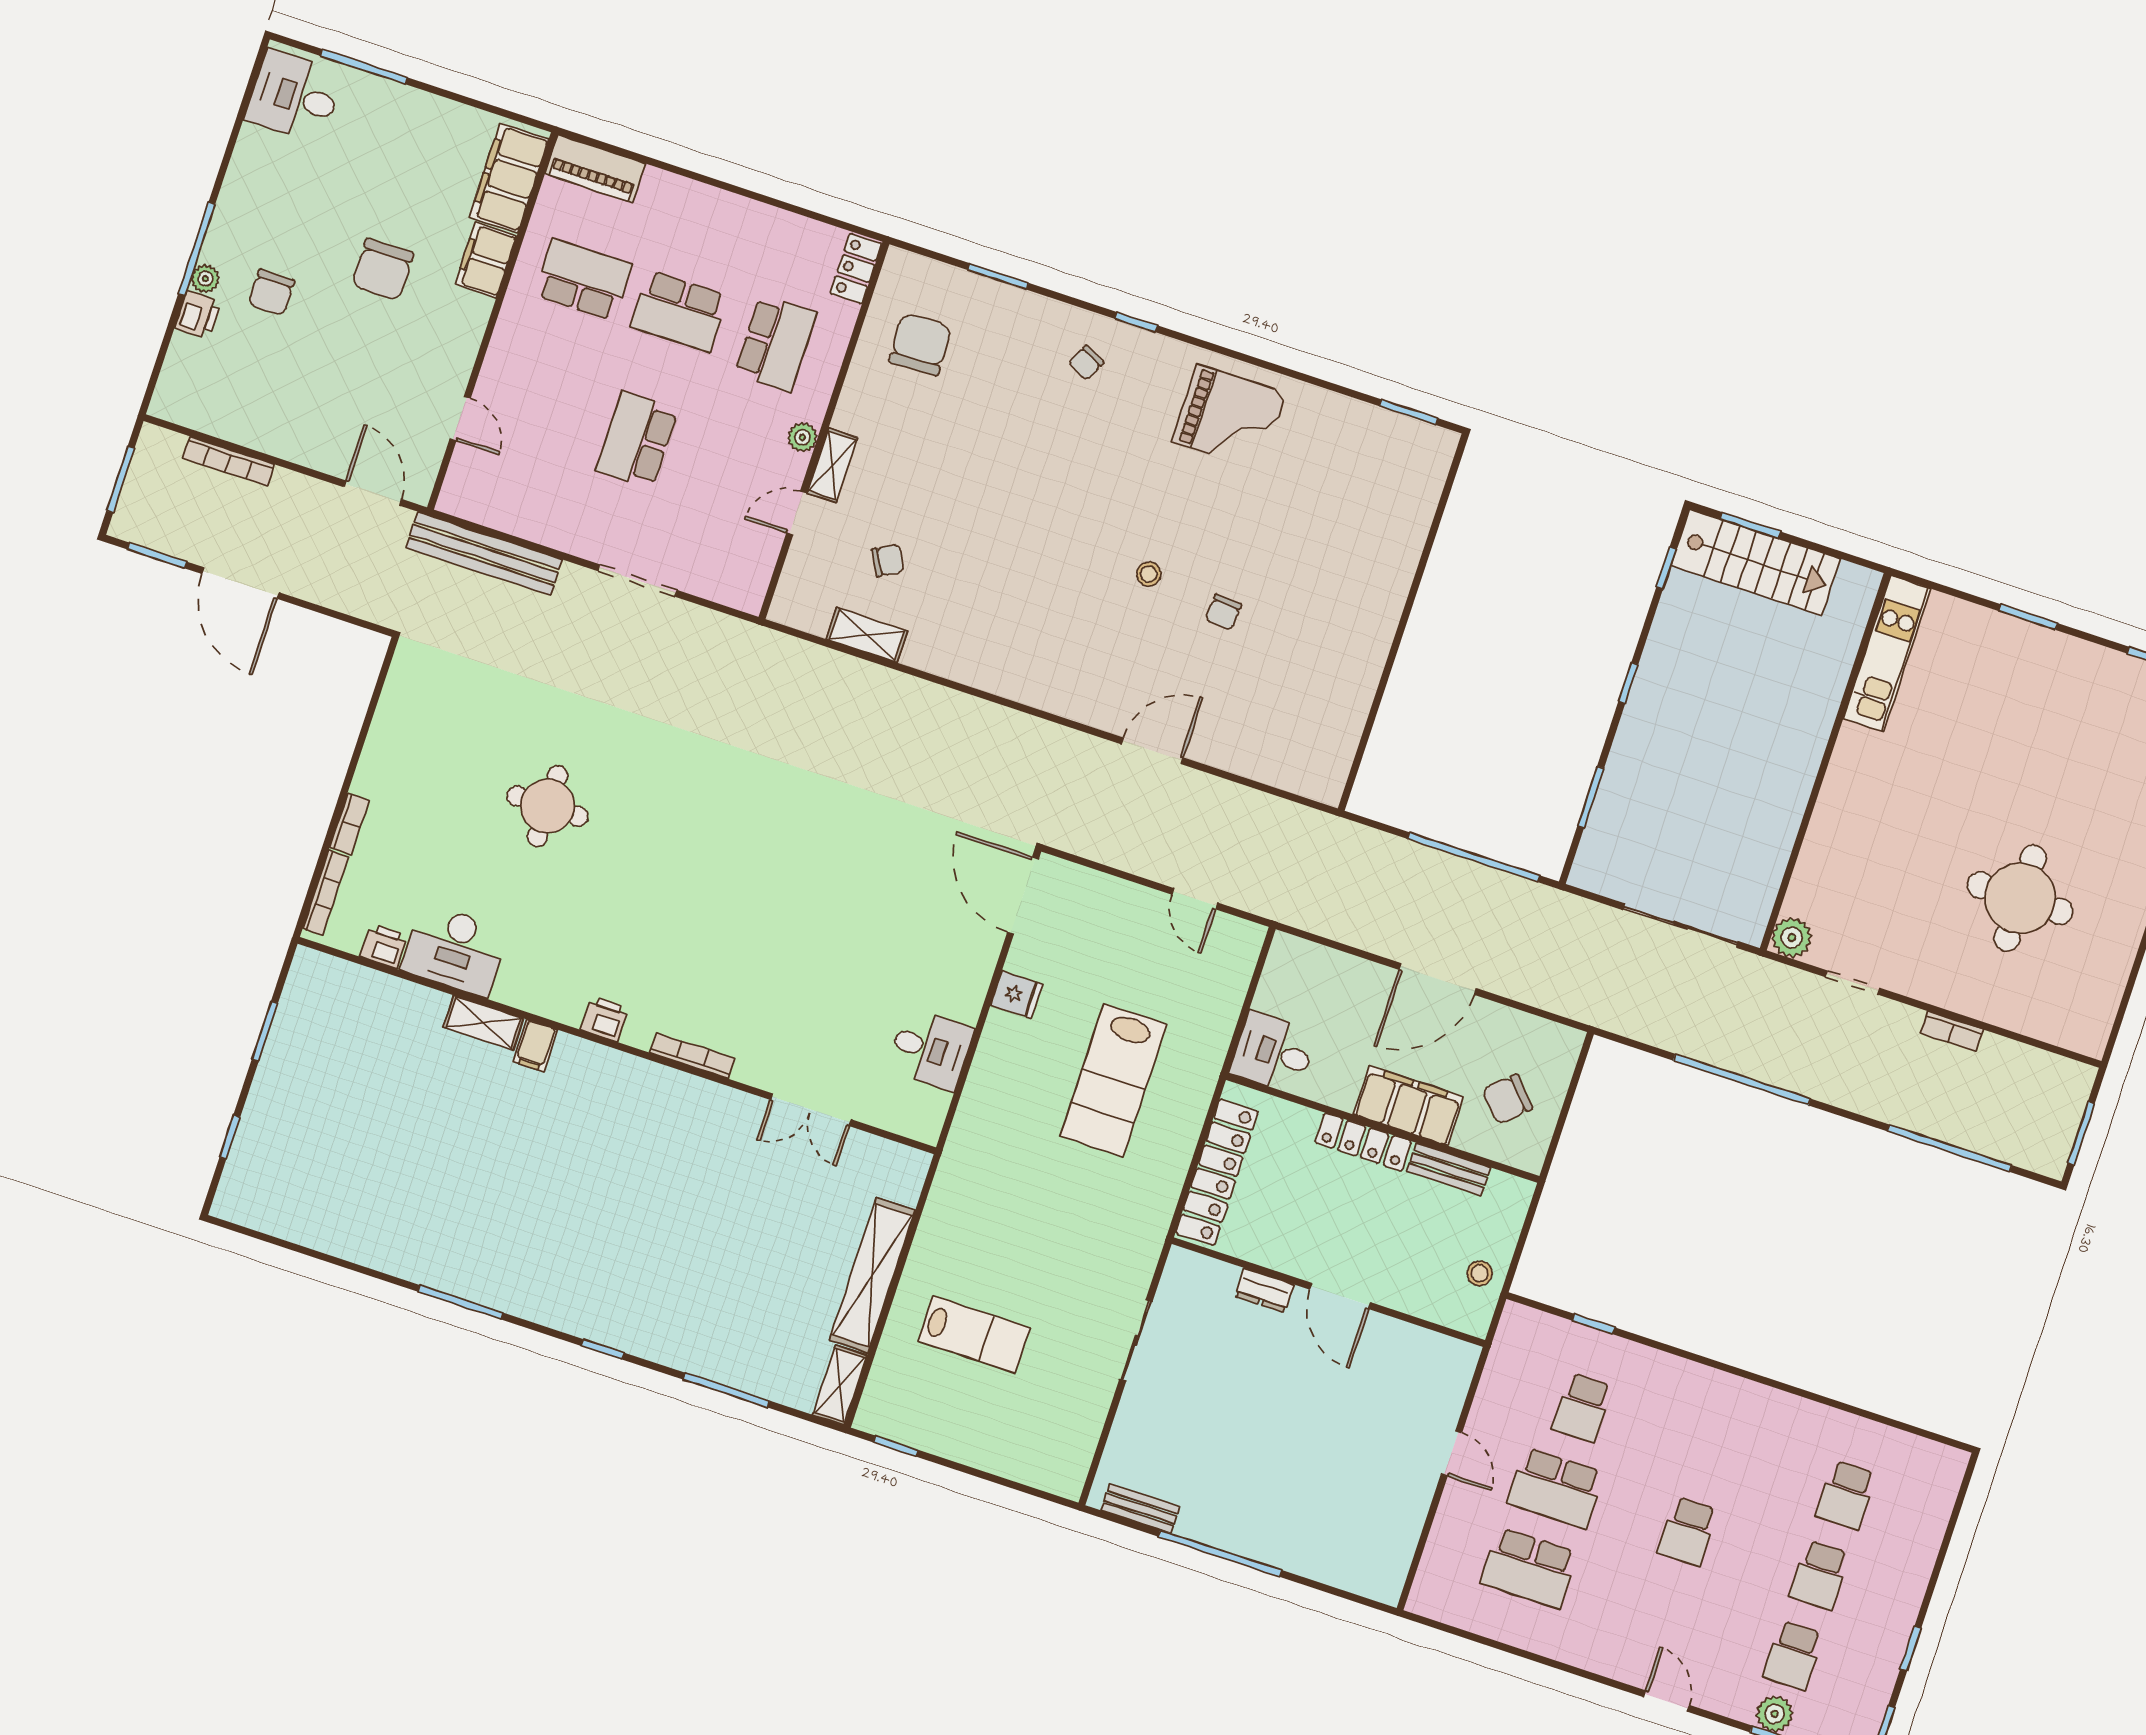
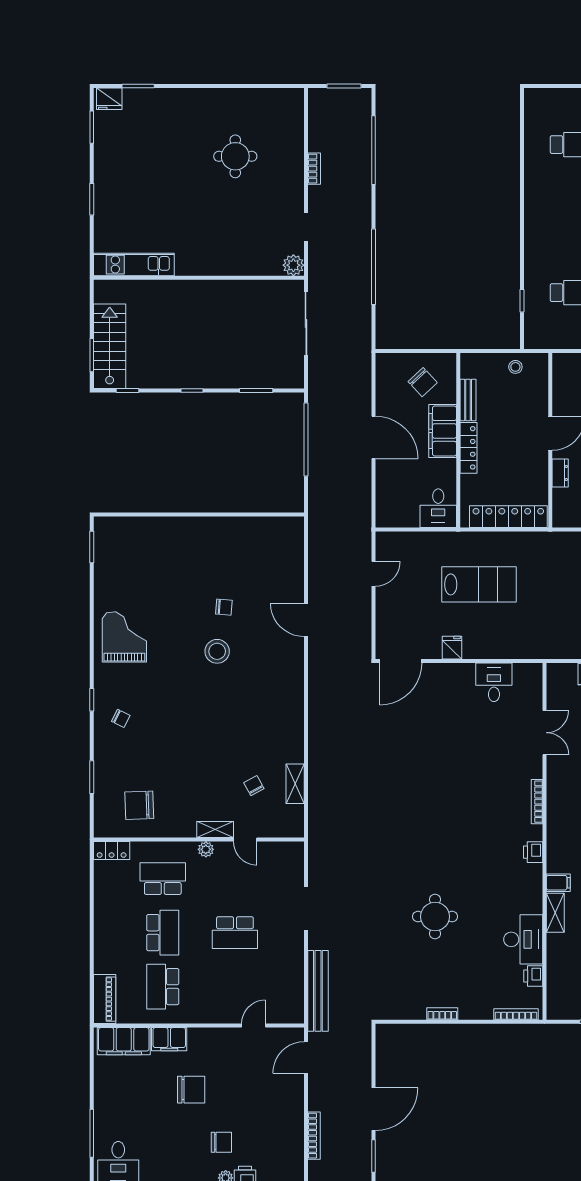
stool: (1149, 574) -> (217, 651), width x1.89, depth x1.89
bookcase: (349, 824) -> (442, 1014), moved
round table: (2020, 898) -> (235, 156), width x0.73, depth x0.73

